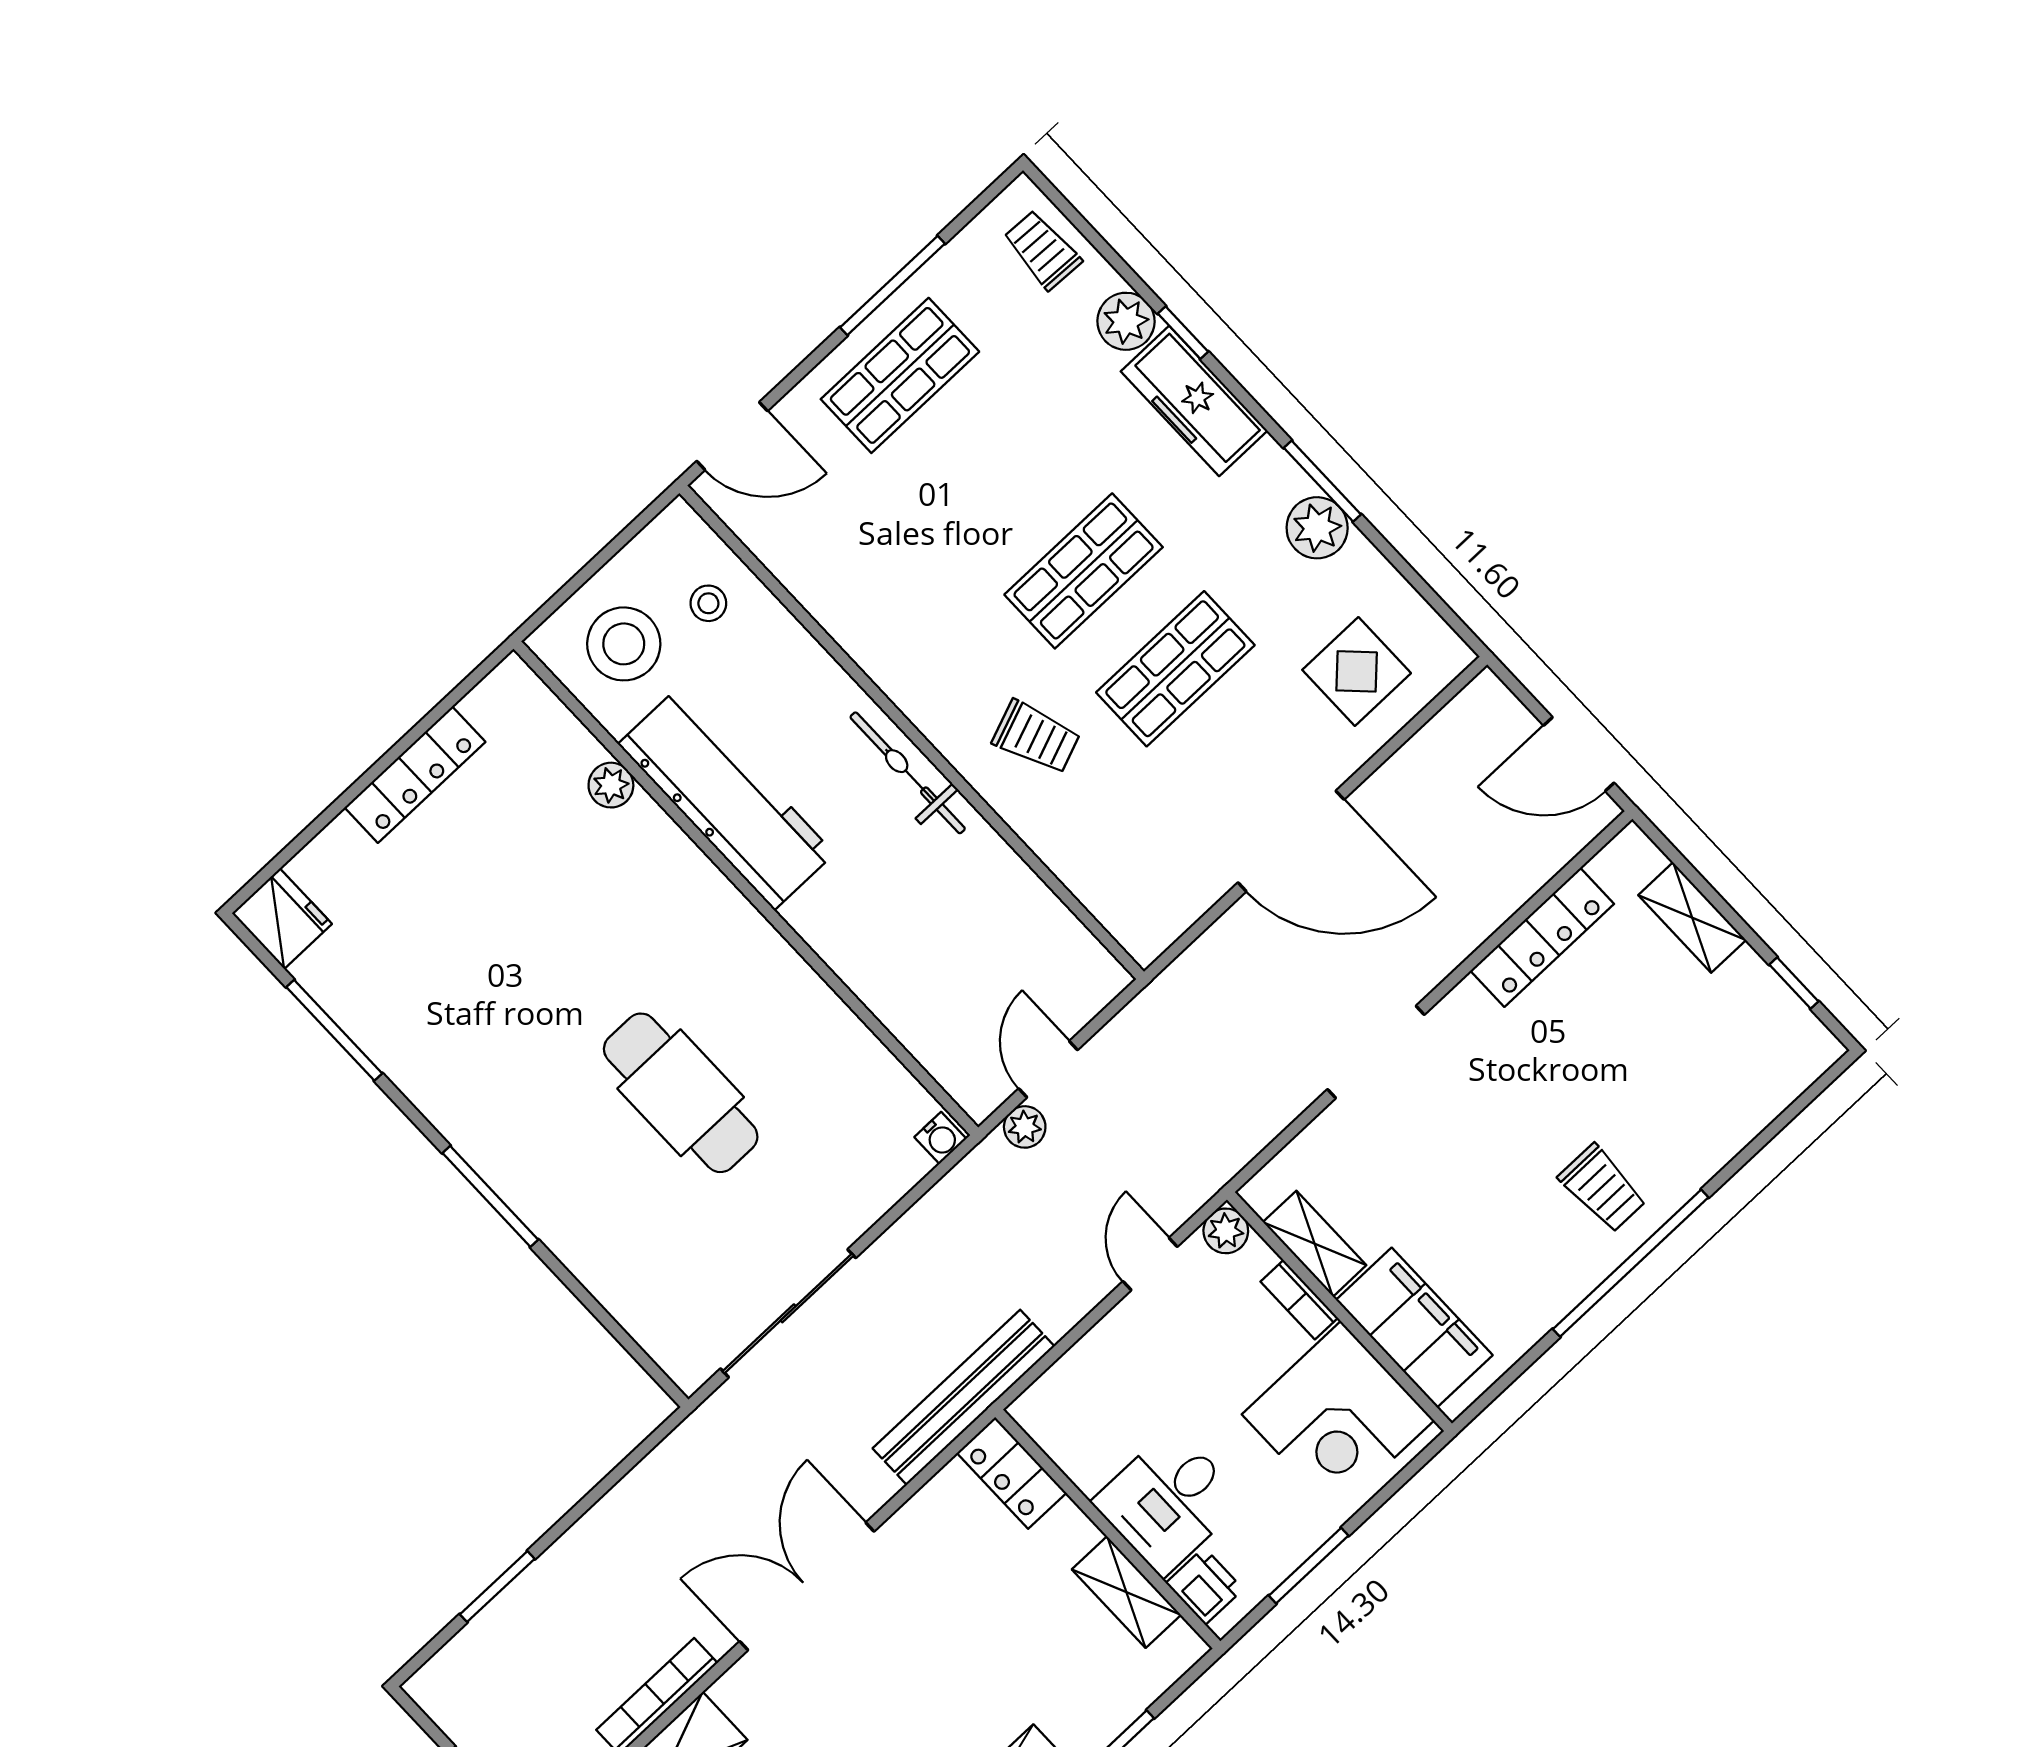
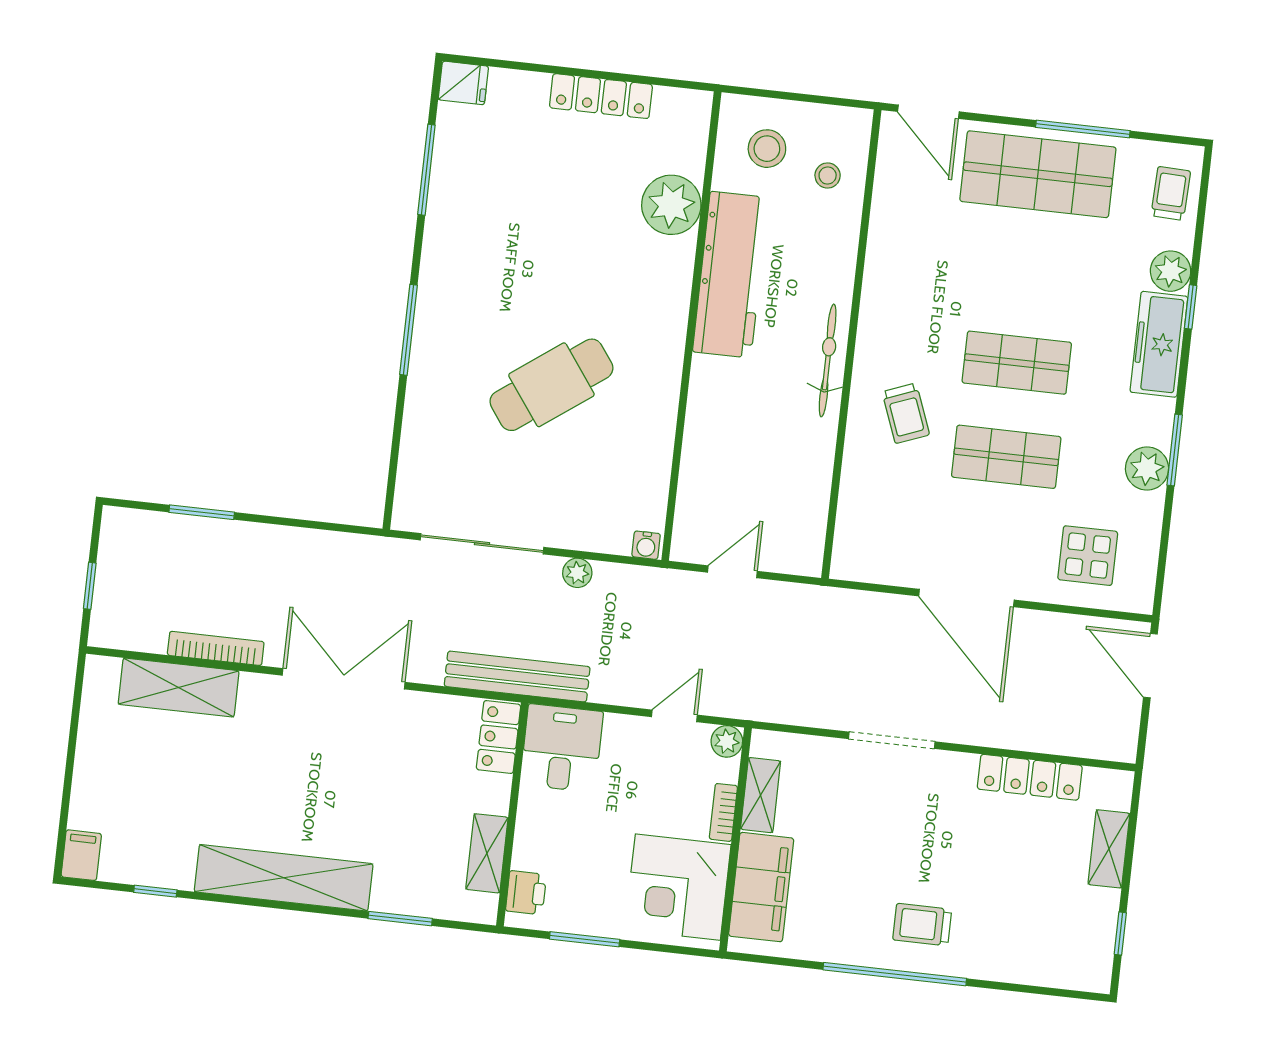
shop shelf: (900, 375) -> (1038, 174), width x1.43, depth x1.36
stool: (624, 644) -> (767, 149), width x0.73, depth x0.73
door: (1579, 754) -> (1150, 666), moved
plant: (611, 785) -> (671, 205), width x1.87, depth x1.87
fridge: (282, 919) -> (463, 83), width x0.72
cafe table: (681, 1093) -> (551, 385), turned 54
plant: (1025, 1127) -> (577, 573), moved
trolley: (1602, 1188) -> (922, 925), turned 90
desk: (1168, 1501) -> (562, 748), moved, turned 90

